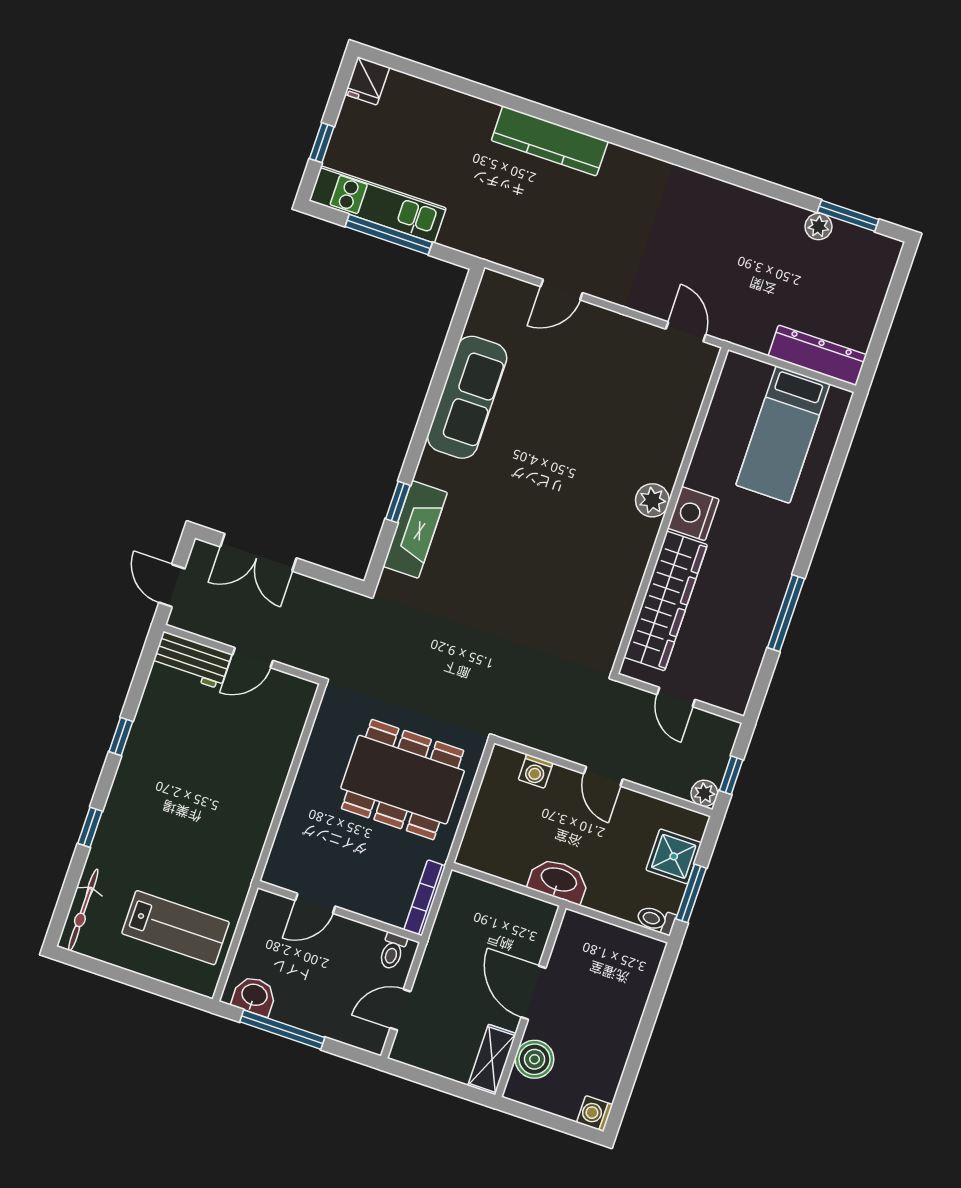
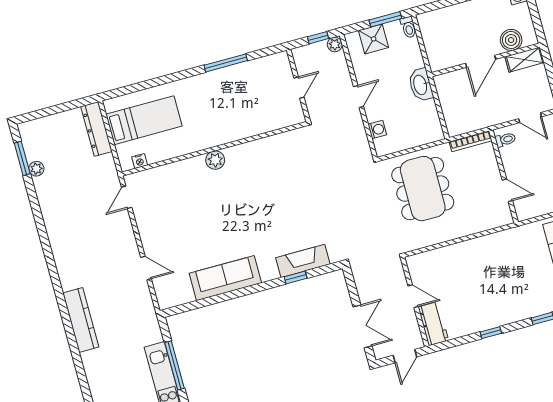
nightstand: (693, 514) -> (140, 161), moved, width x0.53, depth x0.56
wardrobe: (665, 601) -> (258, 123), removed

